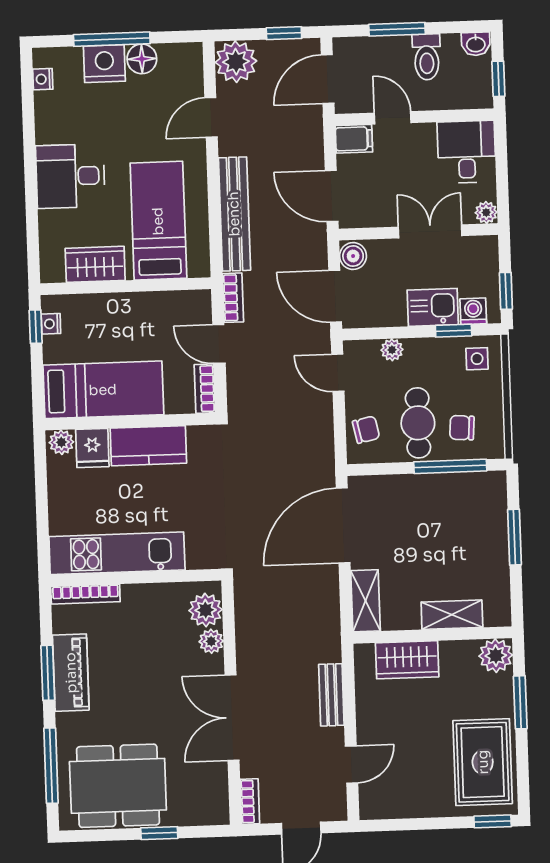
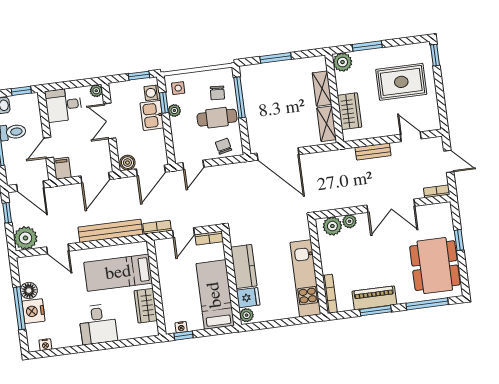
plant: (392, 350) -> (174, 110), moved
shelving: (365, 601) -> (327, 124), moved, turned 90
rug: (483, 762) -> (401, 82), moved

